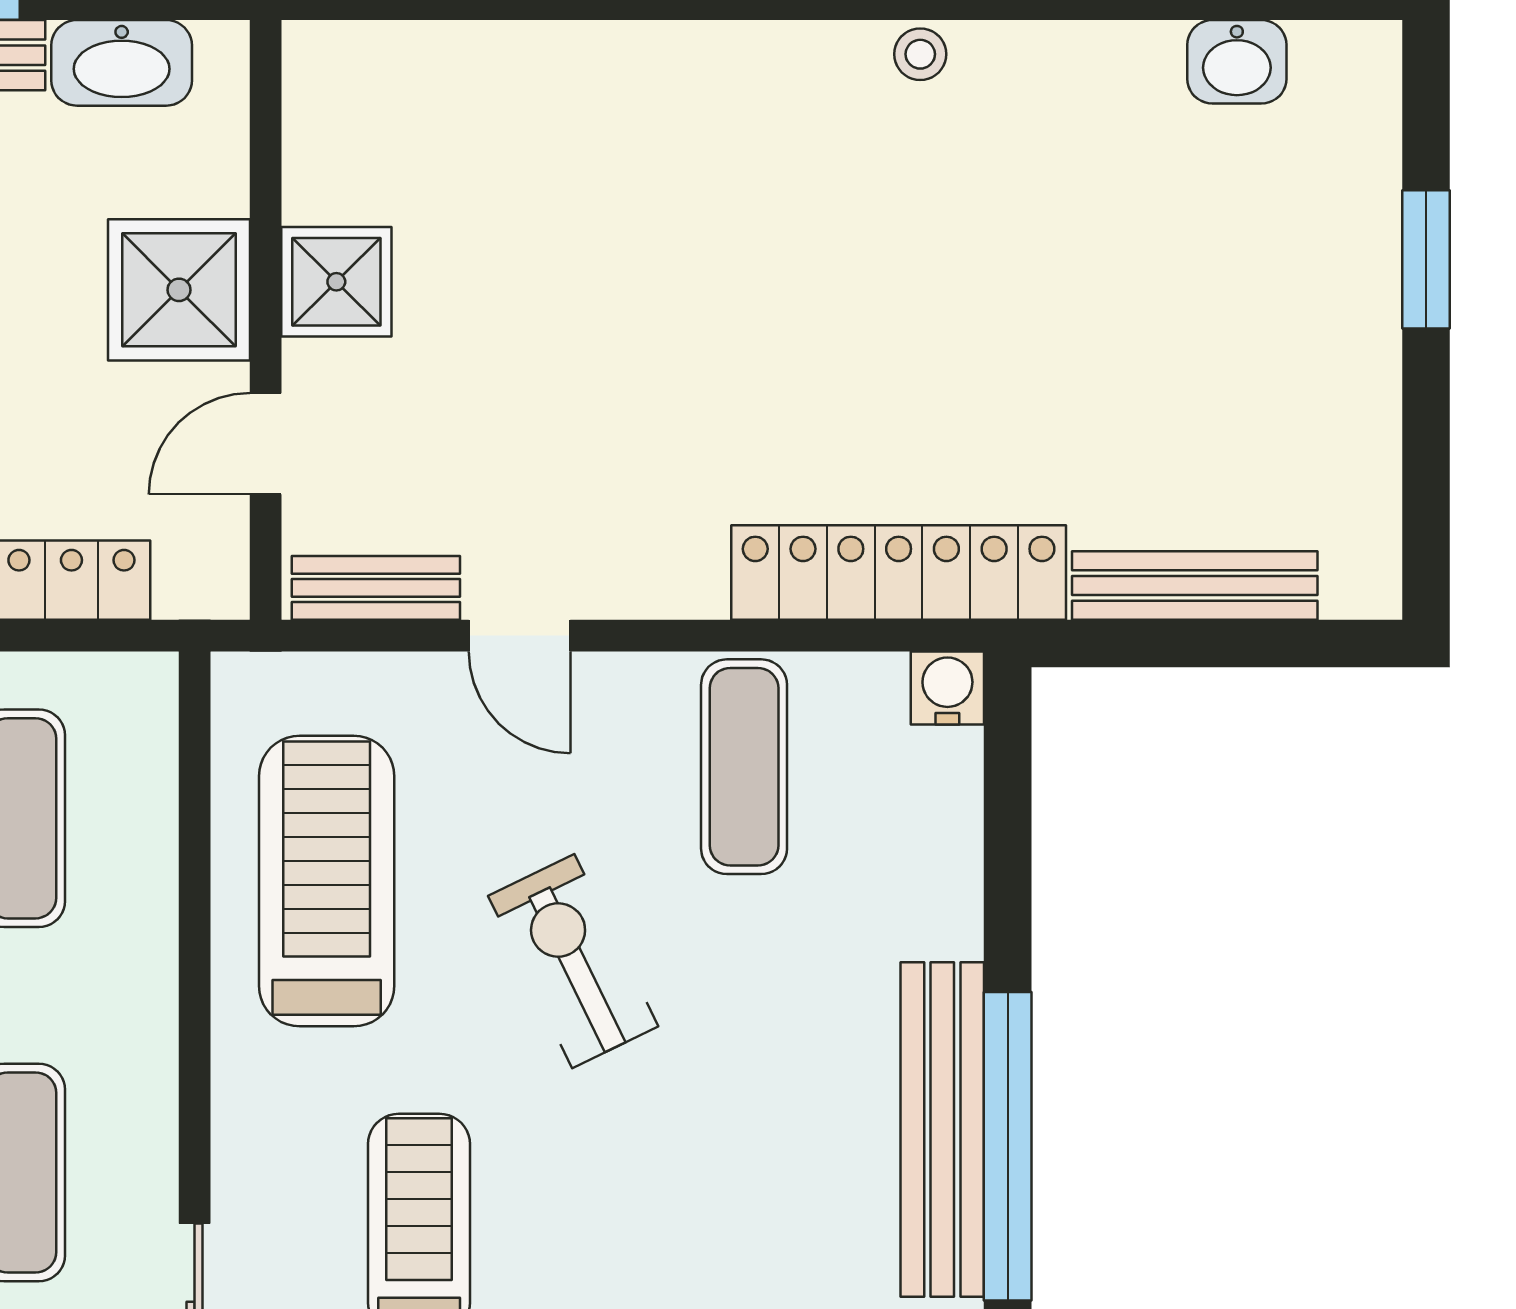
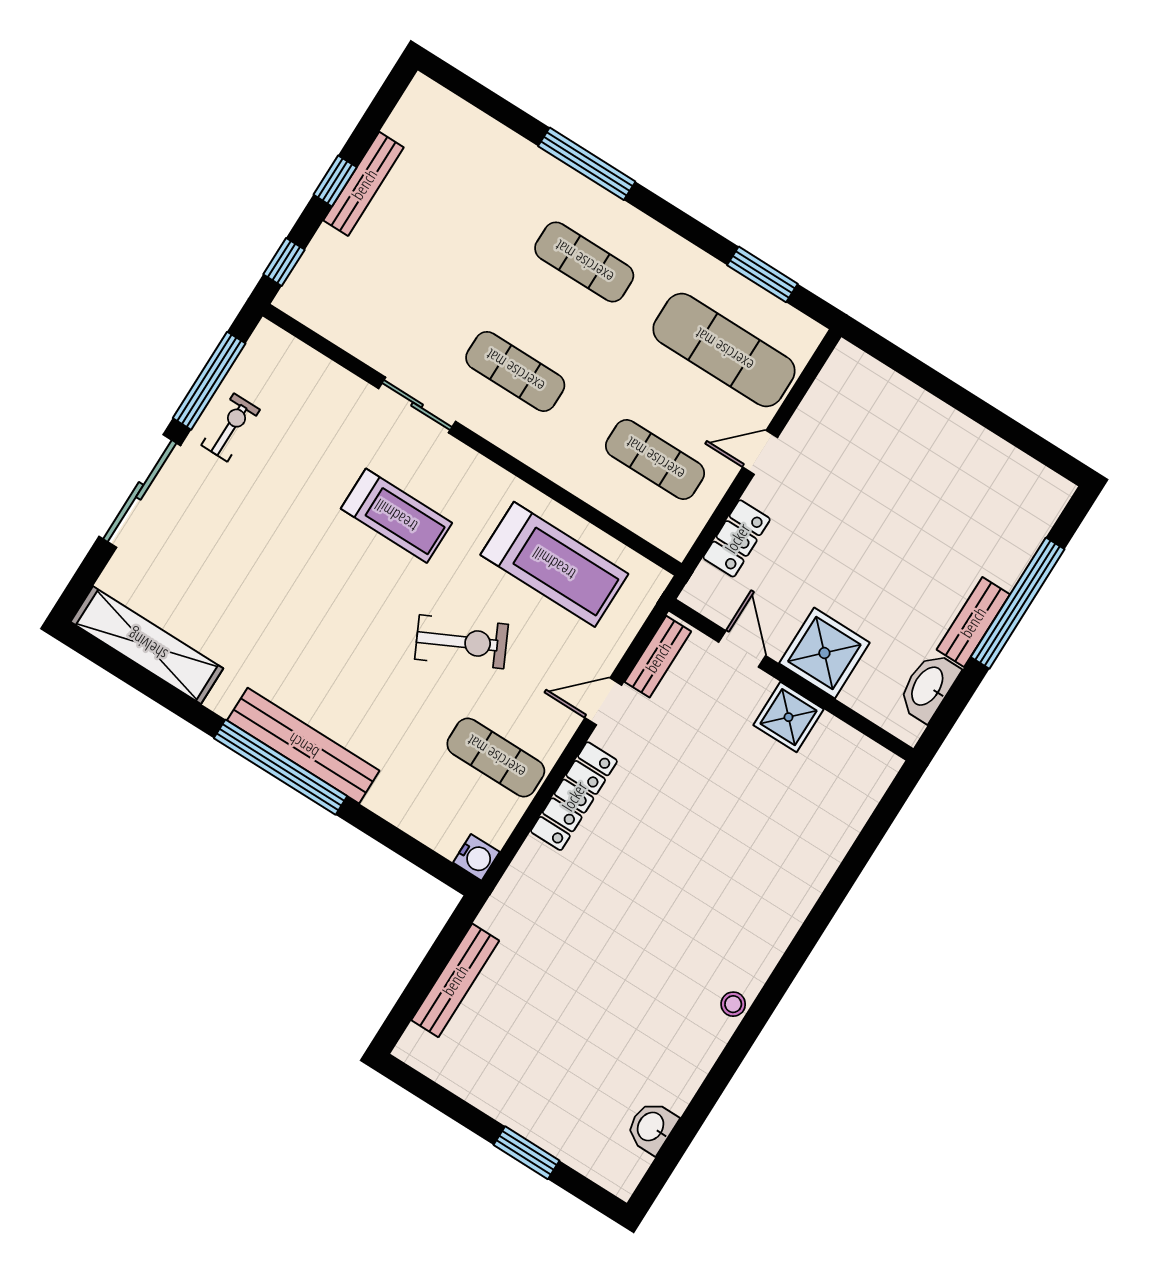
locker: (899, 573) -> (574, 796), moved, width x0.71, depth x0.83

